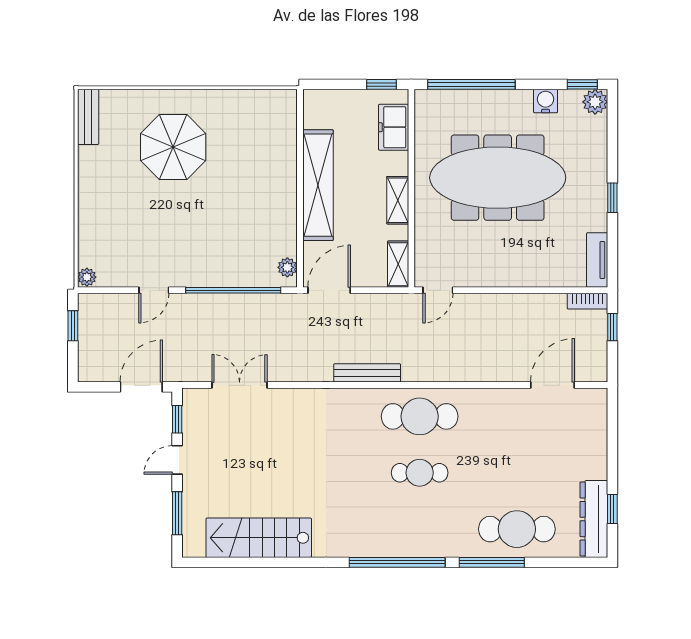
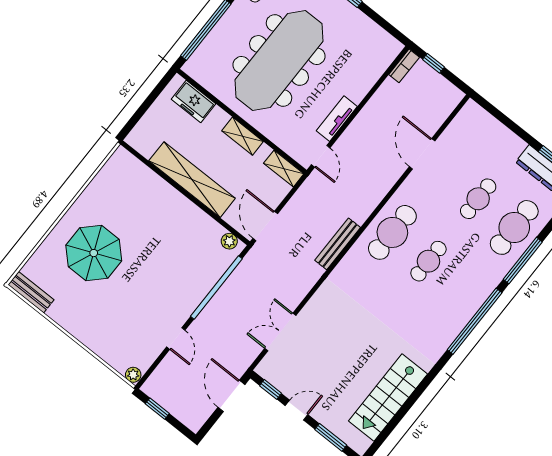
window: (382, 84) -> (160, 87), removed
tv unit: (597, 260) -> (337, 119), moved, turned 90
door: (552, 385) -> (422, 154), moved
door: (177, 460) -> (297, 410), swing flipped
cafe table: (517, 473) -> (478, 199), added

